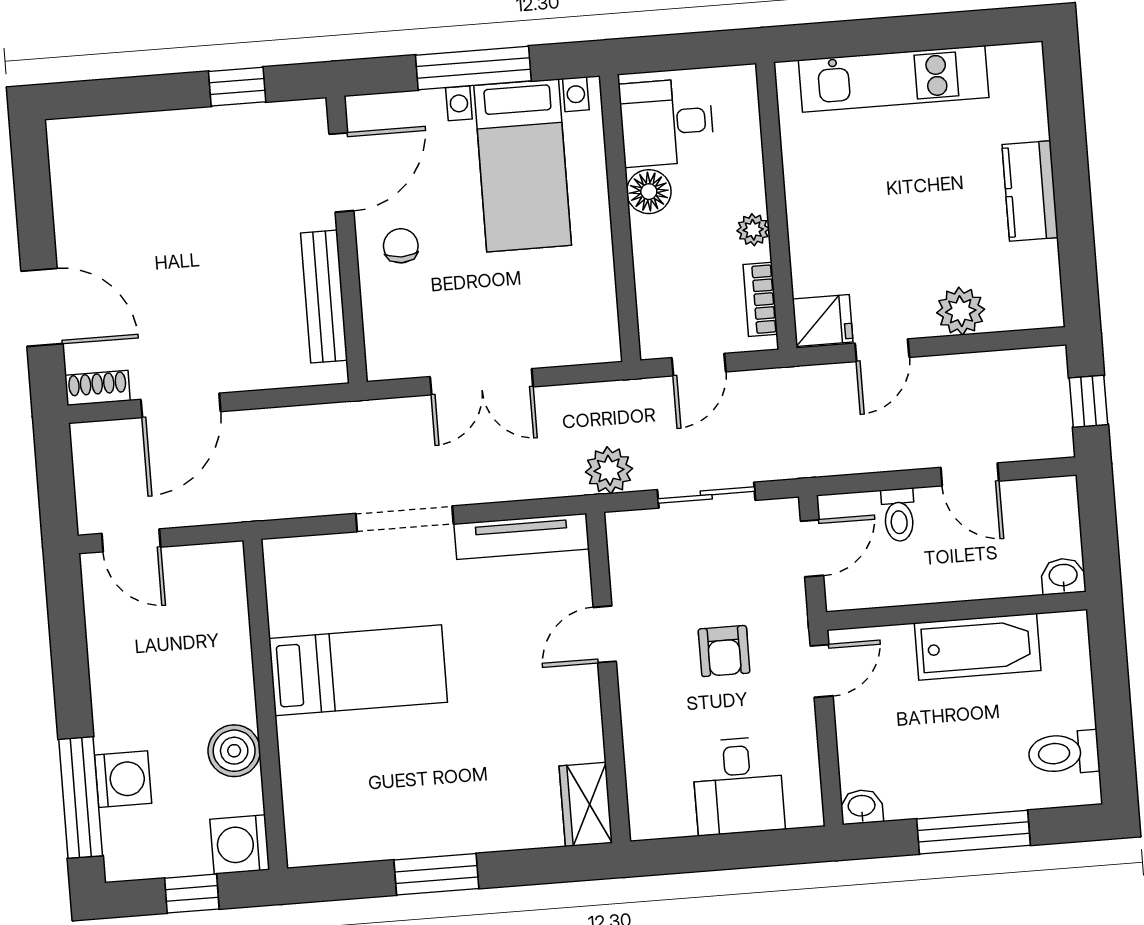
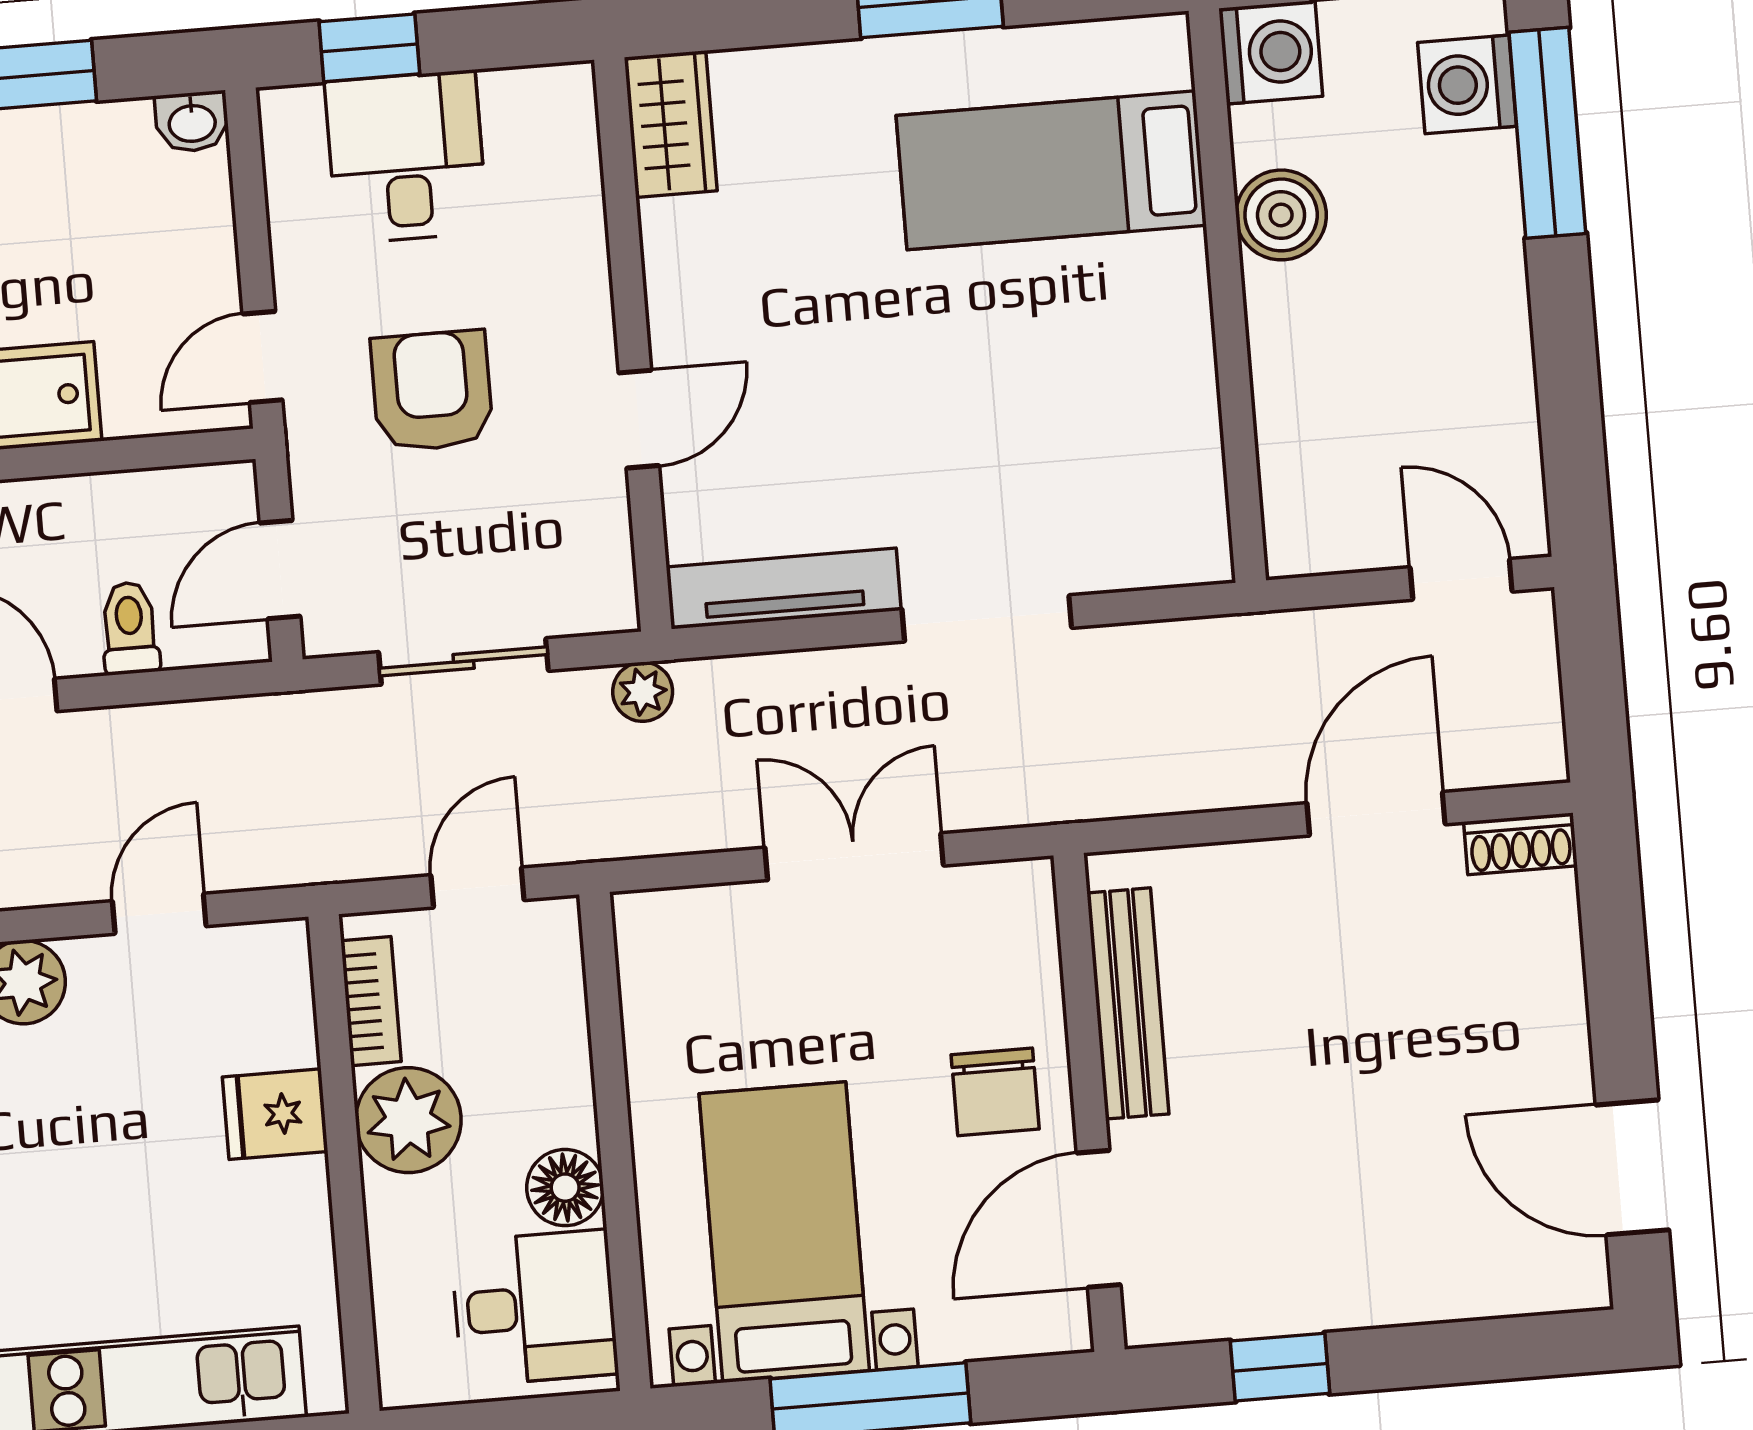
plant: (753, 230) -> (408, 1120), width x1.87, depth x1.87
chair: (401, 246) -> (995, 1092), width x1.37, depth x1.37
door: (42, 307) -> (1632, 1167), moved
fridge: (823, 321) -> (275, 1114), moved
plant: (609, 470) -> (643, 692), width x0.73, depth x0.73
armchair: (724, 651) -> (432, 391), width x1.38, depth x1.38
bed: (358, 670) -> (1051, 170), moved
washing machine: (123, 779) -> (1467, 84), moved
window: (759, 849) -> (369, 48), added

